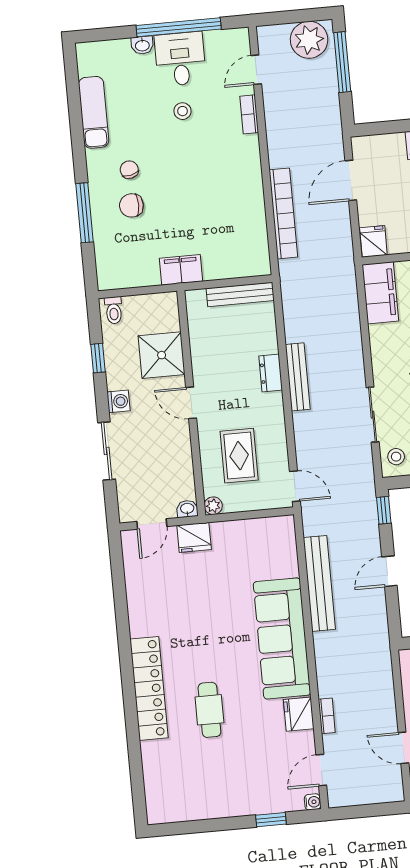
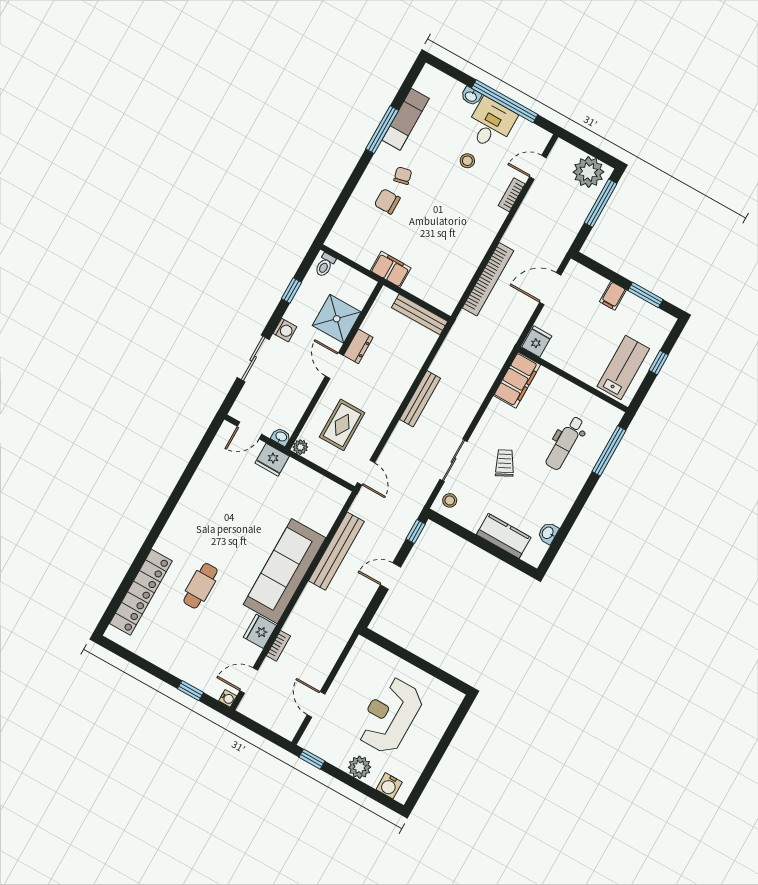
window: (85, 213) -> (382, 130), moved
dresser: (271, 373) -> (358, 346), moved, turned 180
locker: (149, 688) -> (141, 592), moved

